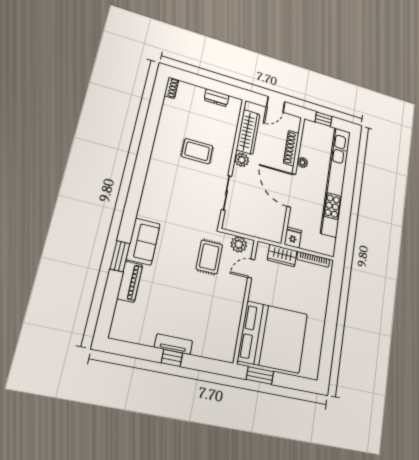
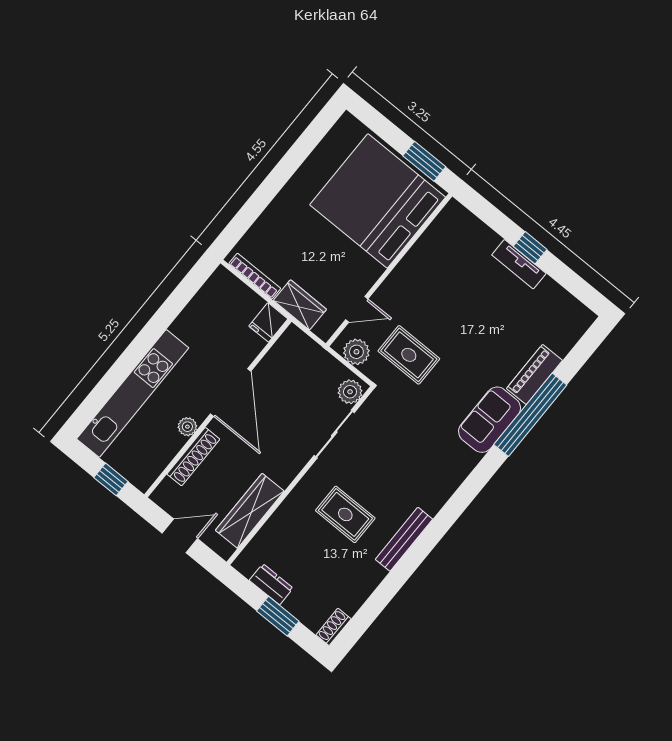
window: (204, 82) -> (278, 616), added
bench: (158, 151) -> (404, 539), added
plant: (242, 160) -> (350, 392), moved
kitchen unit: (336, 182) -> (133, 393), width x0.73
window: (120, 256) -> (530, 415), width x2.11
rug: (209, 257) -> (409, 355), turned 90

